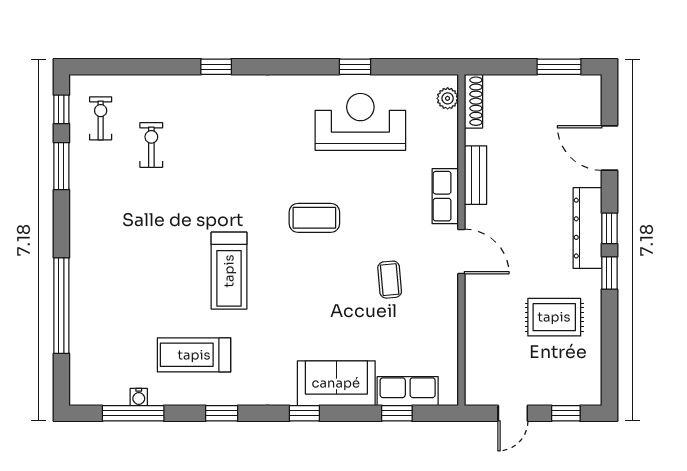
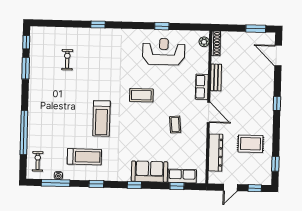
exercise bike: (101, 118) -> (38, 161), moved
door: (609, 148) -> (278, 56), moved
dresser: (587, 228) -> (216, 153), moved, turned 180
window: (609, 273) -> (275, 164), moved
treadmill: (194, 355) -> (84, 157), turned 180

